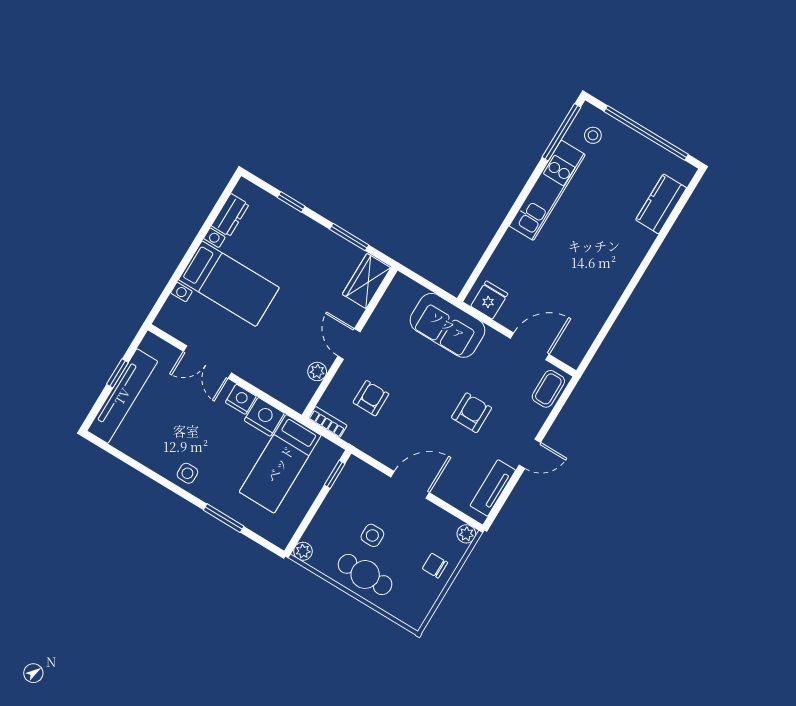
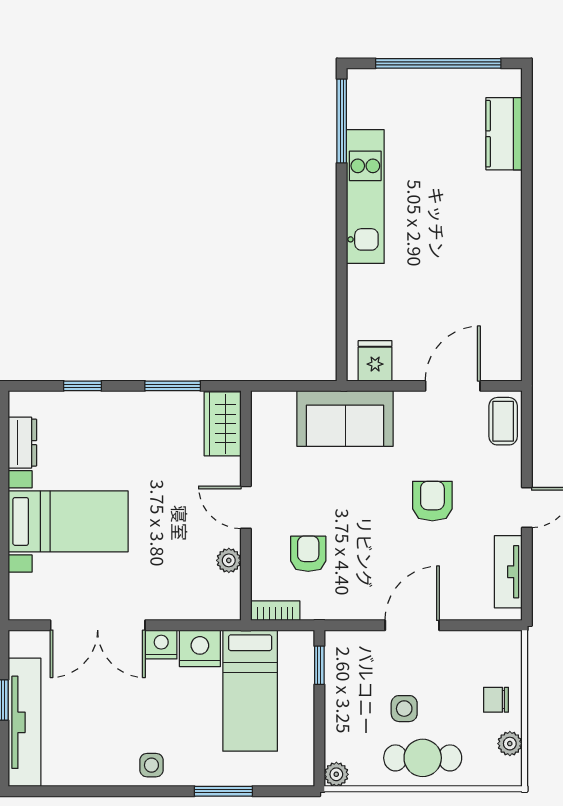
stool: (593, 135) -> (379, 103), removed
double door: (207, 362) -> (98, 625), width x1.37
plant: (466, 534) -> (510, 744), moved

